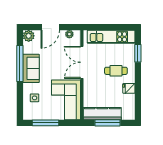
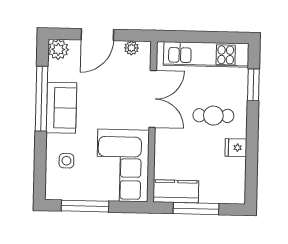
double door: (82, 62) -> (153, 99), swing flipped
kitchen counter: (102, 114) -> (176, 191), width x0.67

